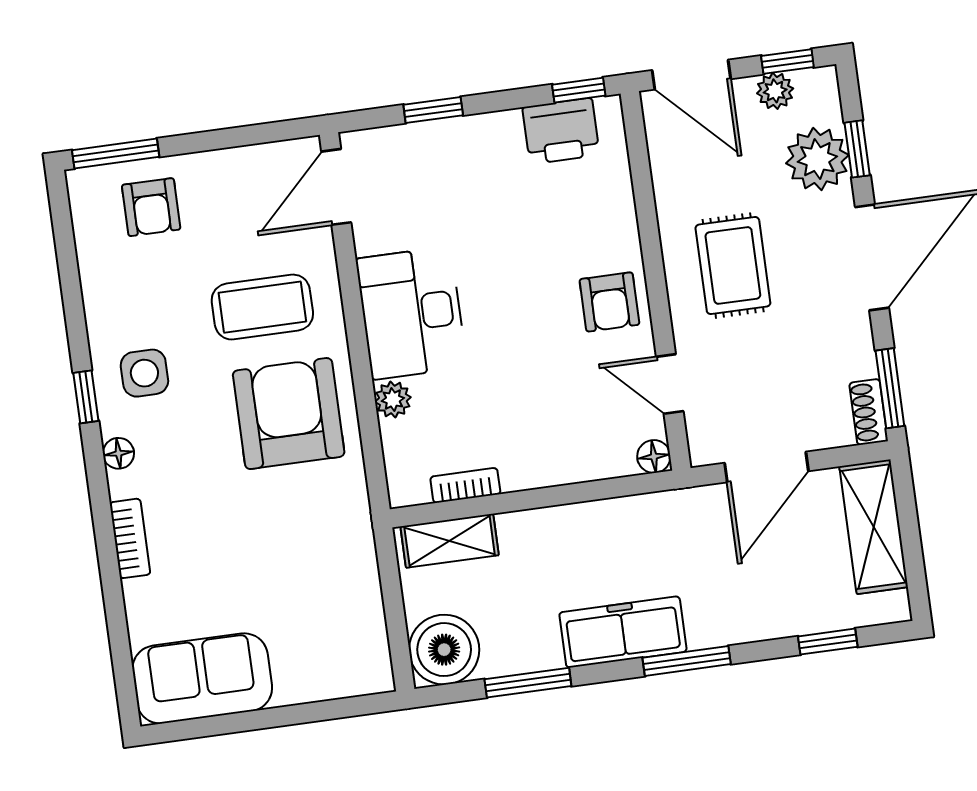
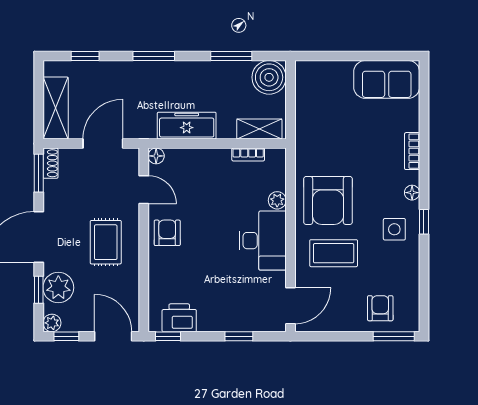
plant: (775, 91) -> (52, 323), moved
freezer: (623, 632) -> (187, 126), moved, turned 180

